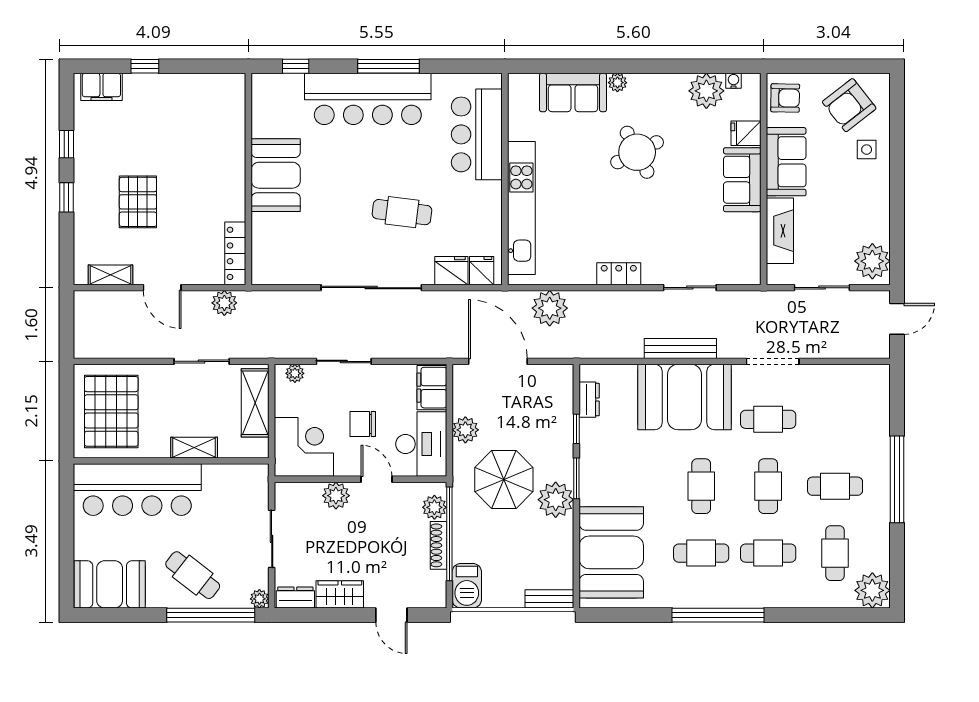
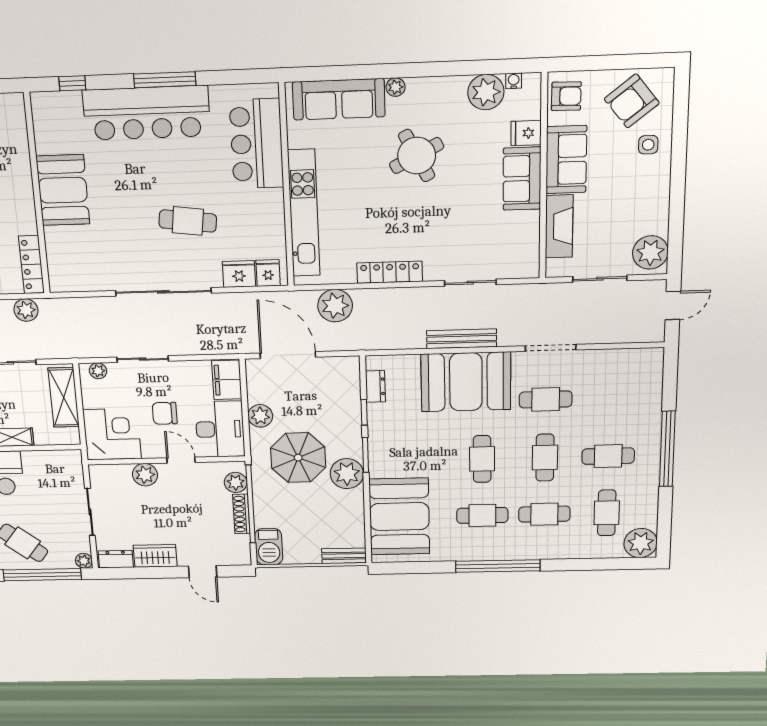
sofa: (573, 92) -> (339, 99), width x1.36
locker: (619, 274) -> (390, 272), width x1.53

